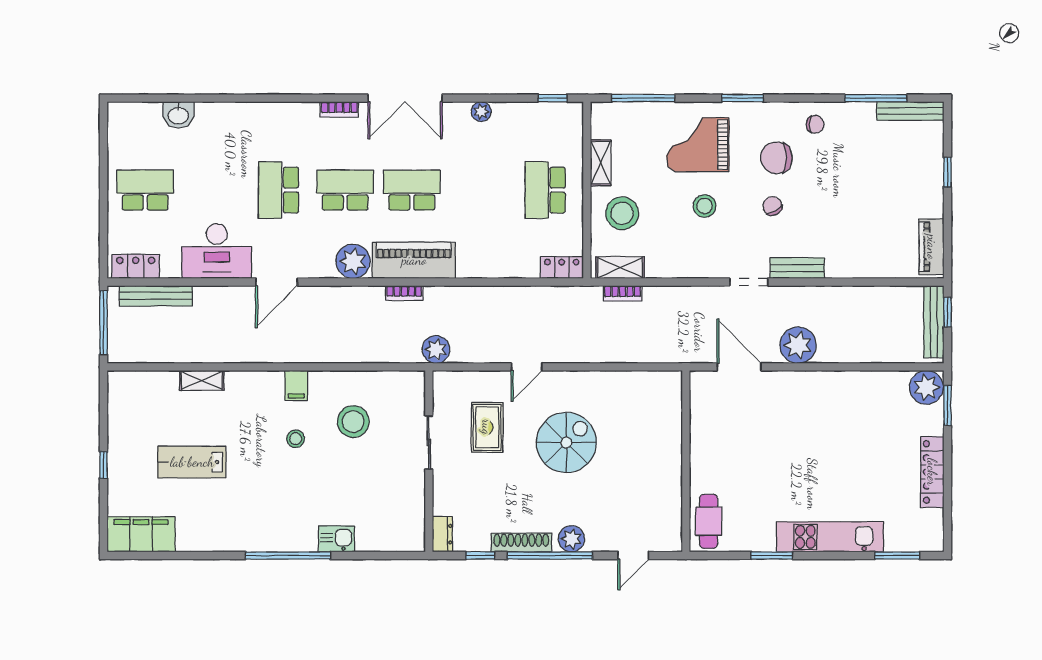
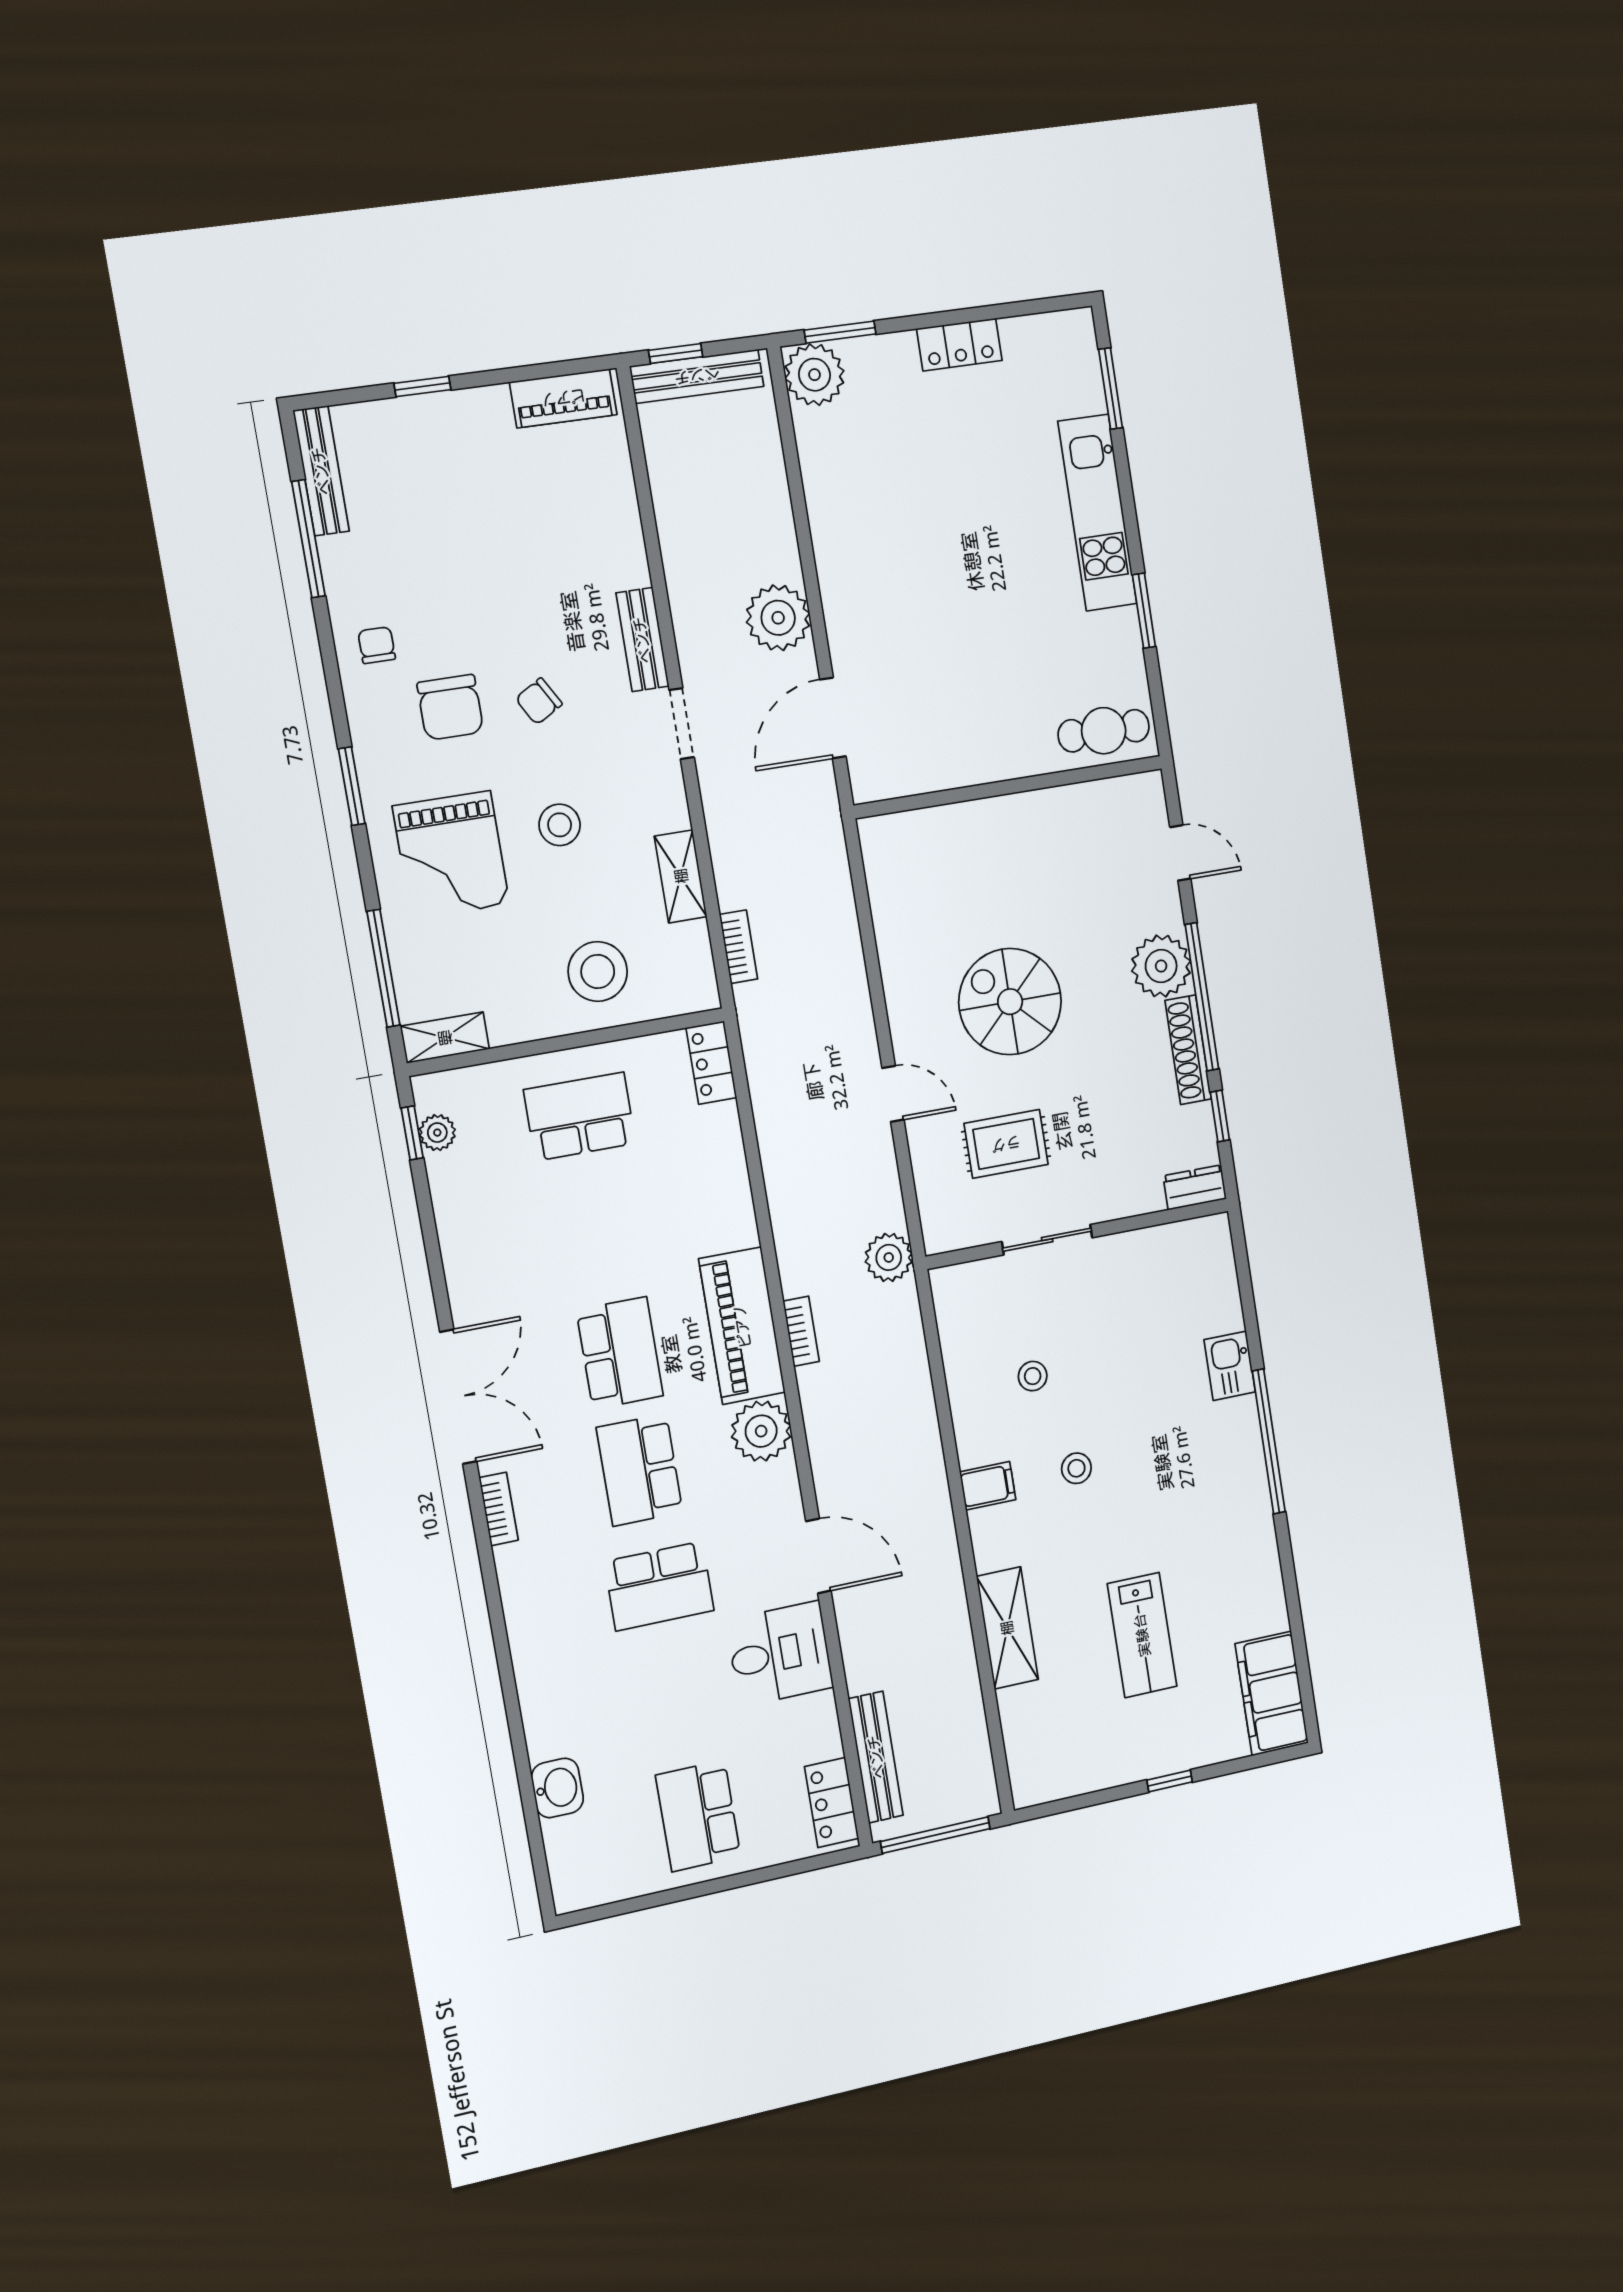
plant: (481, 112) -> (437, 1133), moved
shelving: (601, 163) -> (445, 1038), moved
school desk: (412, 190) -> (620, 1353), turned 180
school desk: (545, 190) -> (580, 1117), turned 180
desk: (217, 251) -> (780, 1654), width x0.73
shelving: (620, 268) -> (681, 876), moved
shelving: (202, 380) -> (1007, 1628), width x1.50, depth x1.33
stool: (353, 422) -> (1033, 1376), width x0.53, depth x0.53
locker: (932, 472) -> (959, 345), width x0.66
plant: (571, 539) -> (1161, 966), width x1.36, depth x1.36

